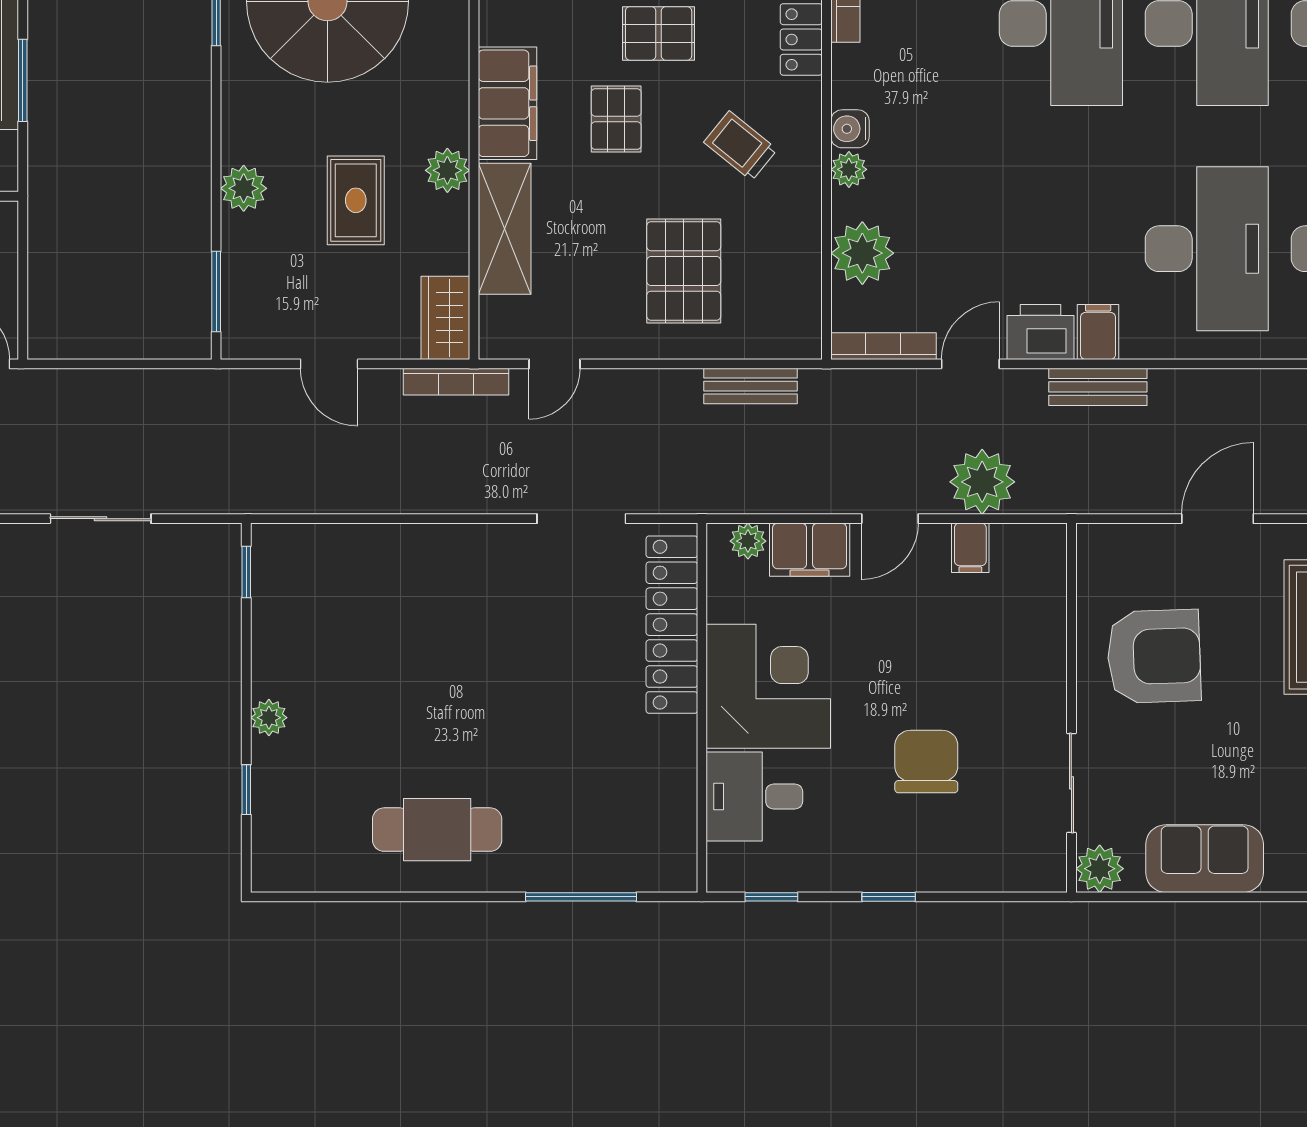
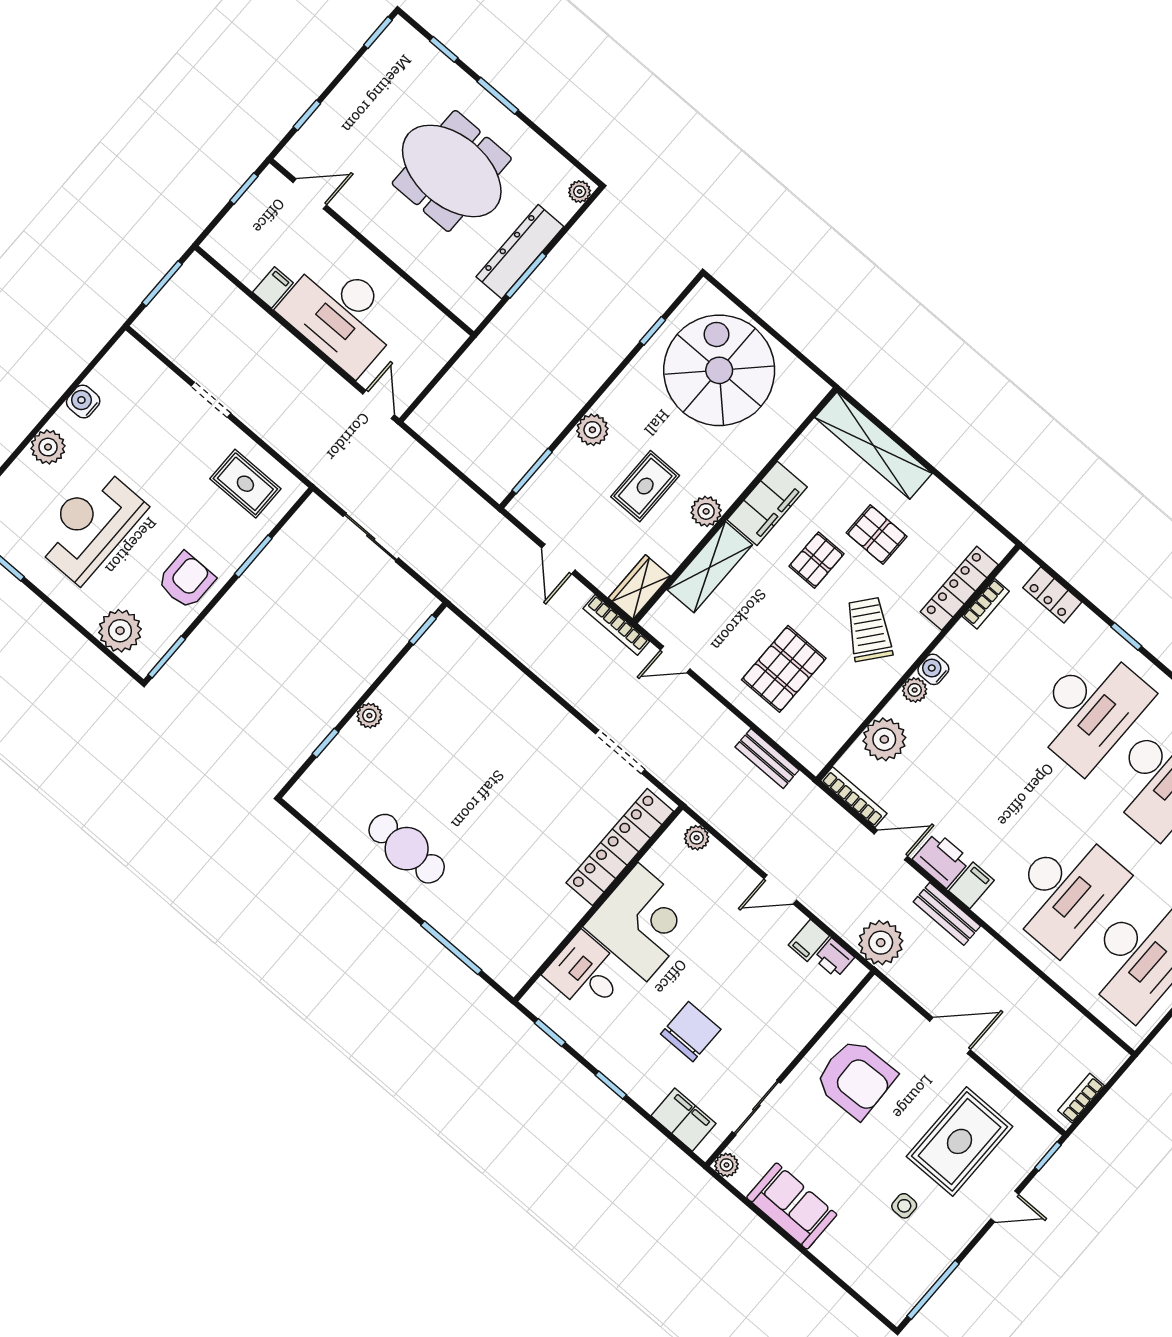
trolley: (740, 146) -> (869, 629), width x1.36, depth x1.39
plant: (982, 482) -> (881, 943), moved
printer: (1015, 543) -> (834, 958), added
filing cabinet: (810, 550) -> (684, 1120), moved, turned 180
plant: (1100, 869) -> (727, 1165), width x0.73, depth x0.73

